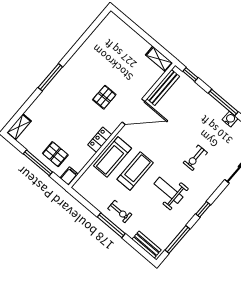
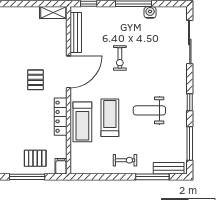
locker: (100, 140) -> (61, 117), width x1.53
exercise bike: (195, 158) -> (120, 58), moved
window: (111, 225) -> (152, 177), moved

